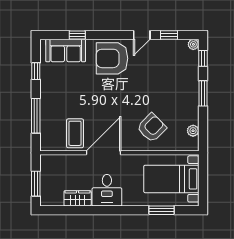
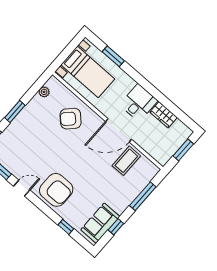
sofa: (66, 50) -> (100, 223), moved, turned -90

